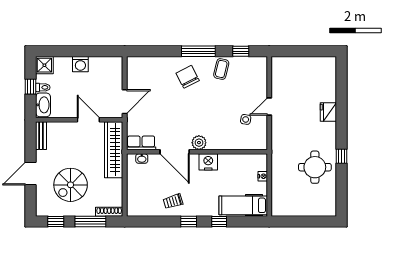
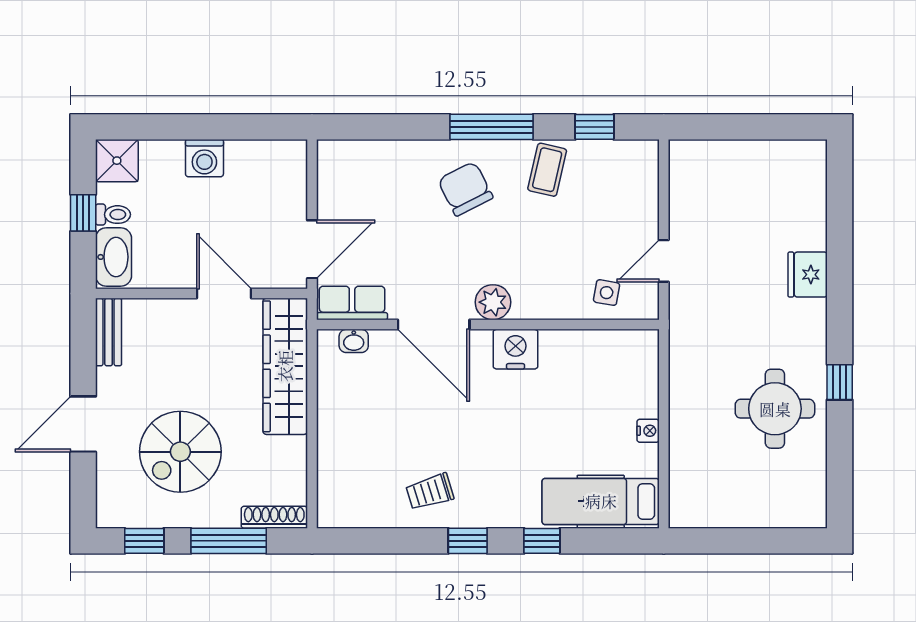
row of seats: (141, 143) -> (352, 303), moved
plant: (199, 143) -> (493, 302), moved
door: (175, 152) -> (434, 325), moved
wall: (197, 152) -> (488, 325), moved
washbasin: (142, 159) -> (354, 341), moved
nightstand: (208, 162) -> (516, 349), moved

